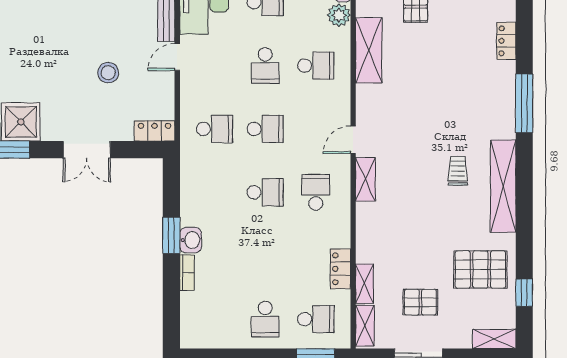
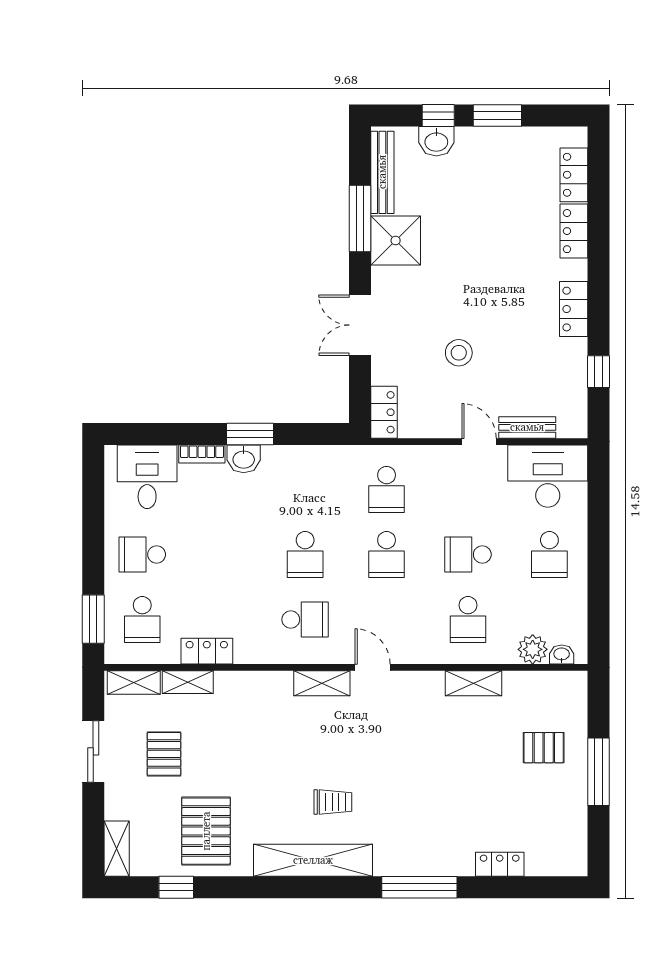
shelving: (369, 50) -> (473, 683), width x0.67, depth x0.75
desk: (205, 315) -> (147, 477), added

